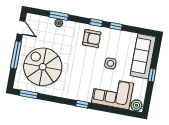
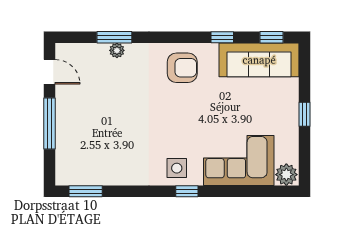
window: (96, 23) -> (271, 37), moved
sofa: (143, 56) -> (259, 60), moved, turned -90
side table: (110, 63) -> (177, 168), moved
spiral stairs: (43, 67) -> (102, 136), removed

